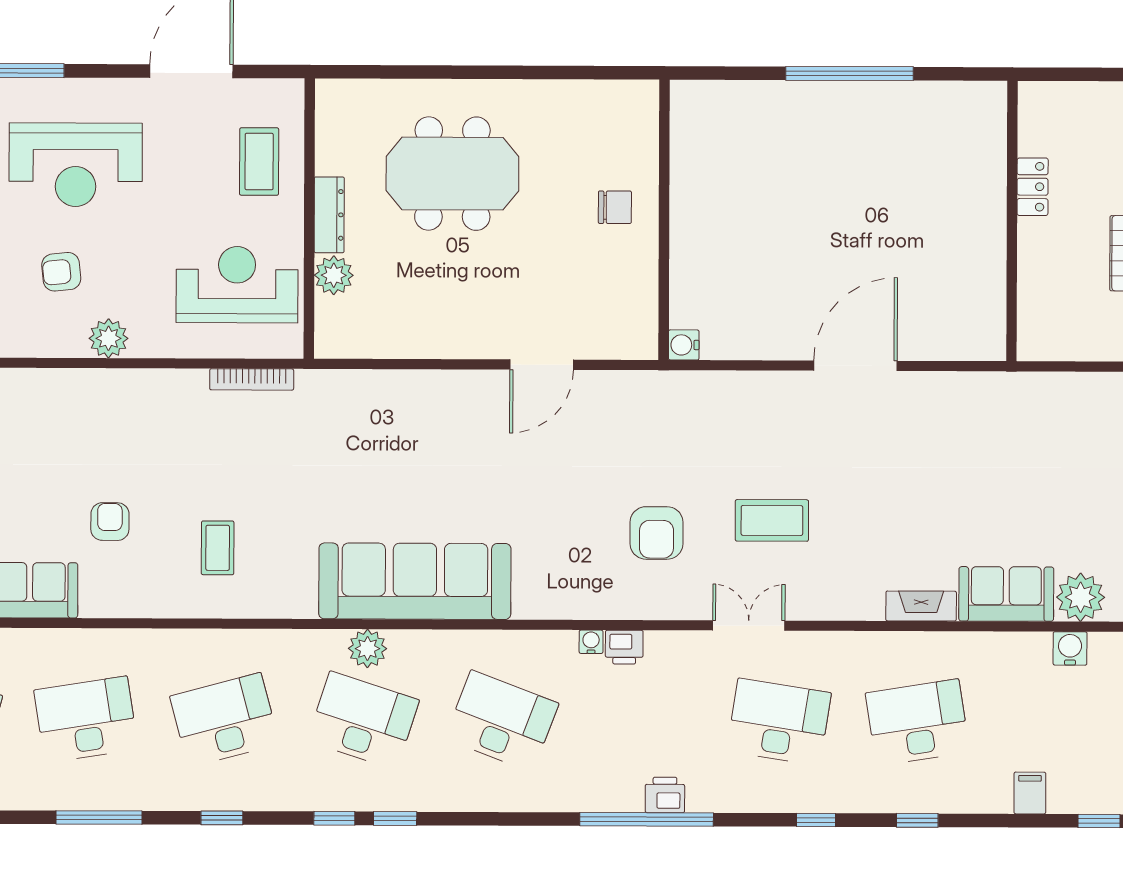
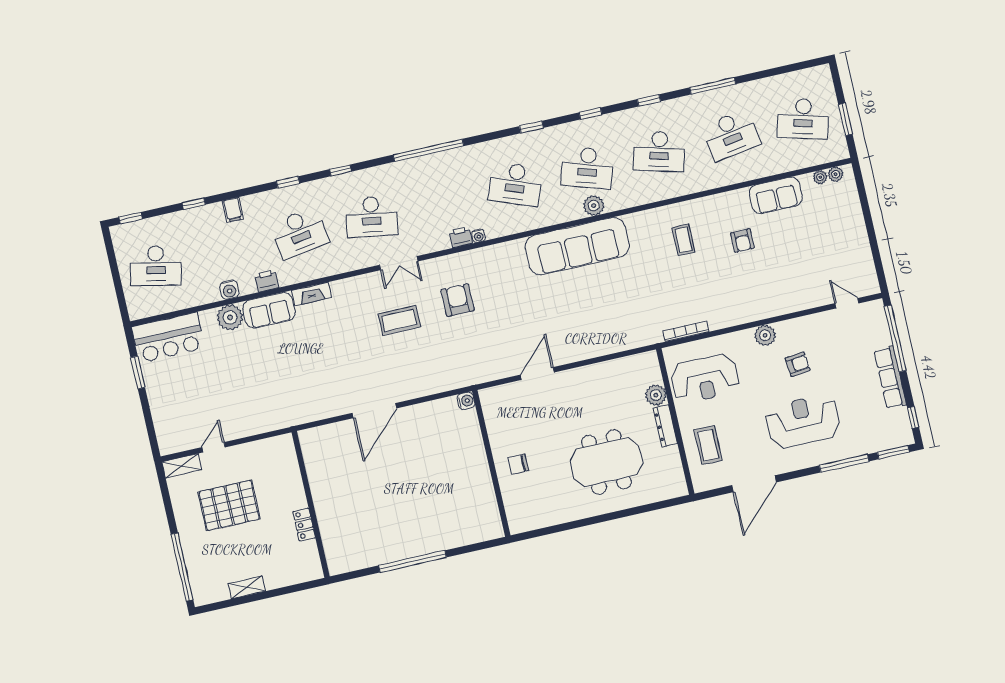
desk: (225, 720) -> (659, 151), turned 30
printer: (665, 795) -> (267, 281), moved, turned 180
window: (395, 819) -> (531, 127), moved

